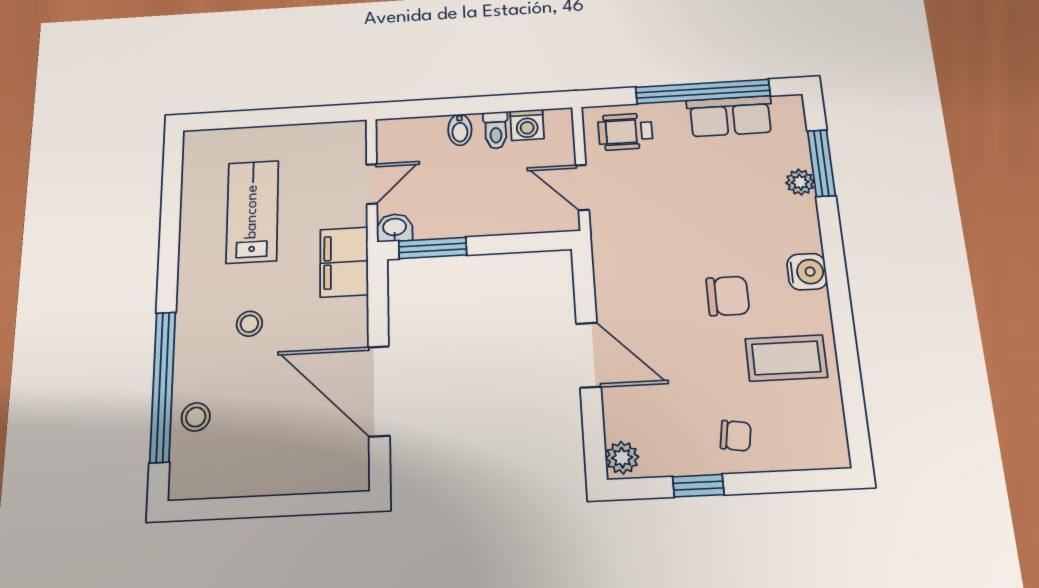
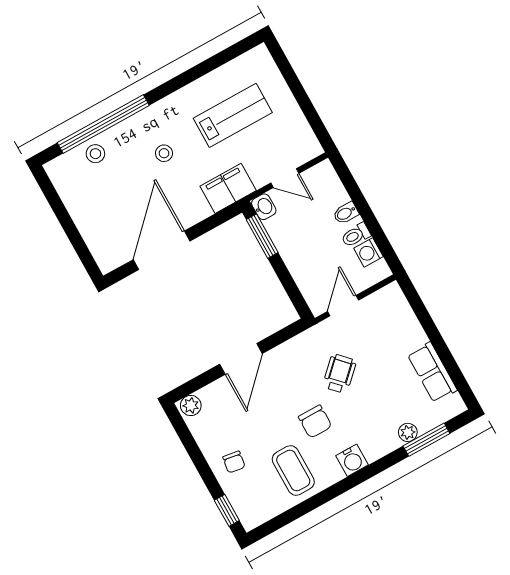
window: (703, 92) -> (441, 348), removed
wheelchair: (625, 132) -> (339, 374), moved, turned 46
window: (698, 486) -> (227, 510), moved

